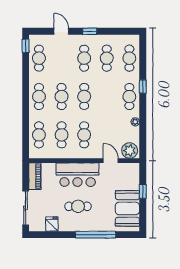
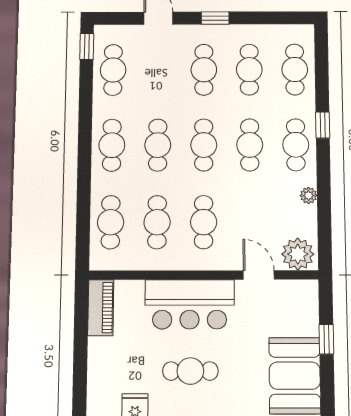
cafe table: (107, 97) -> (250, 145), added
sliding door: (26, 208) -> (80, 375), removed

